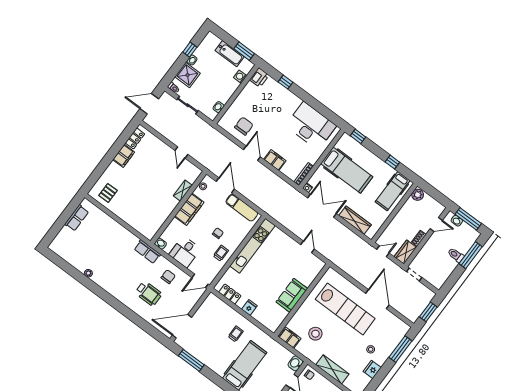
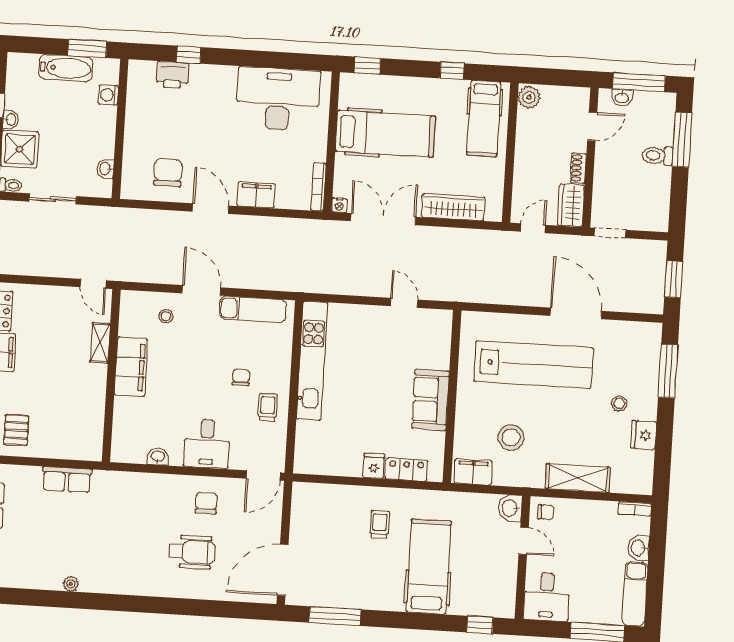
printer: (259, 77) -> (173, 75), moved, turned 90
shelving: (183, 191) -> (100, 343), moved
wall: (178, 208) -> (111, 376), moved
filing cabinet: (189, 209) -> (131, 367), moved
row of seats: (147, 252) -> (67, 480), moved
locker: (230, 294) -> (406, 470), moved

